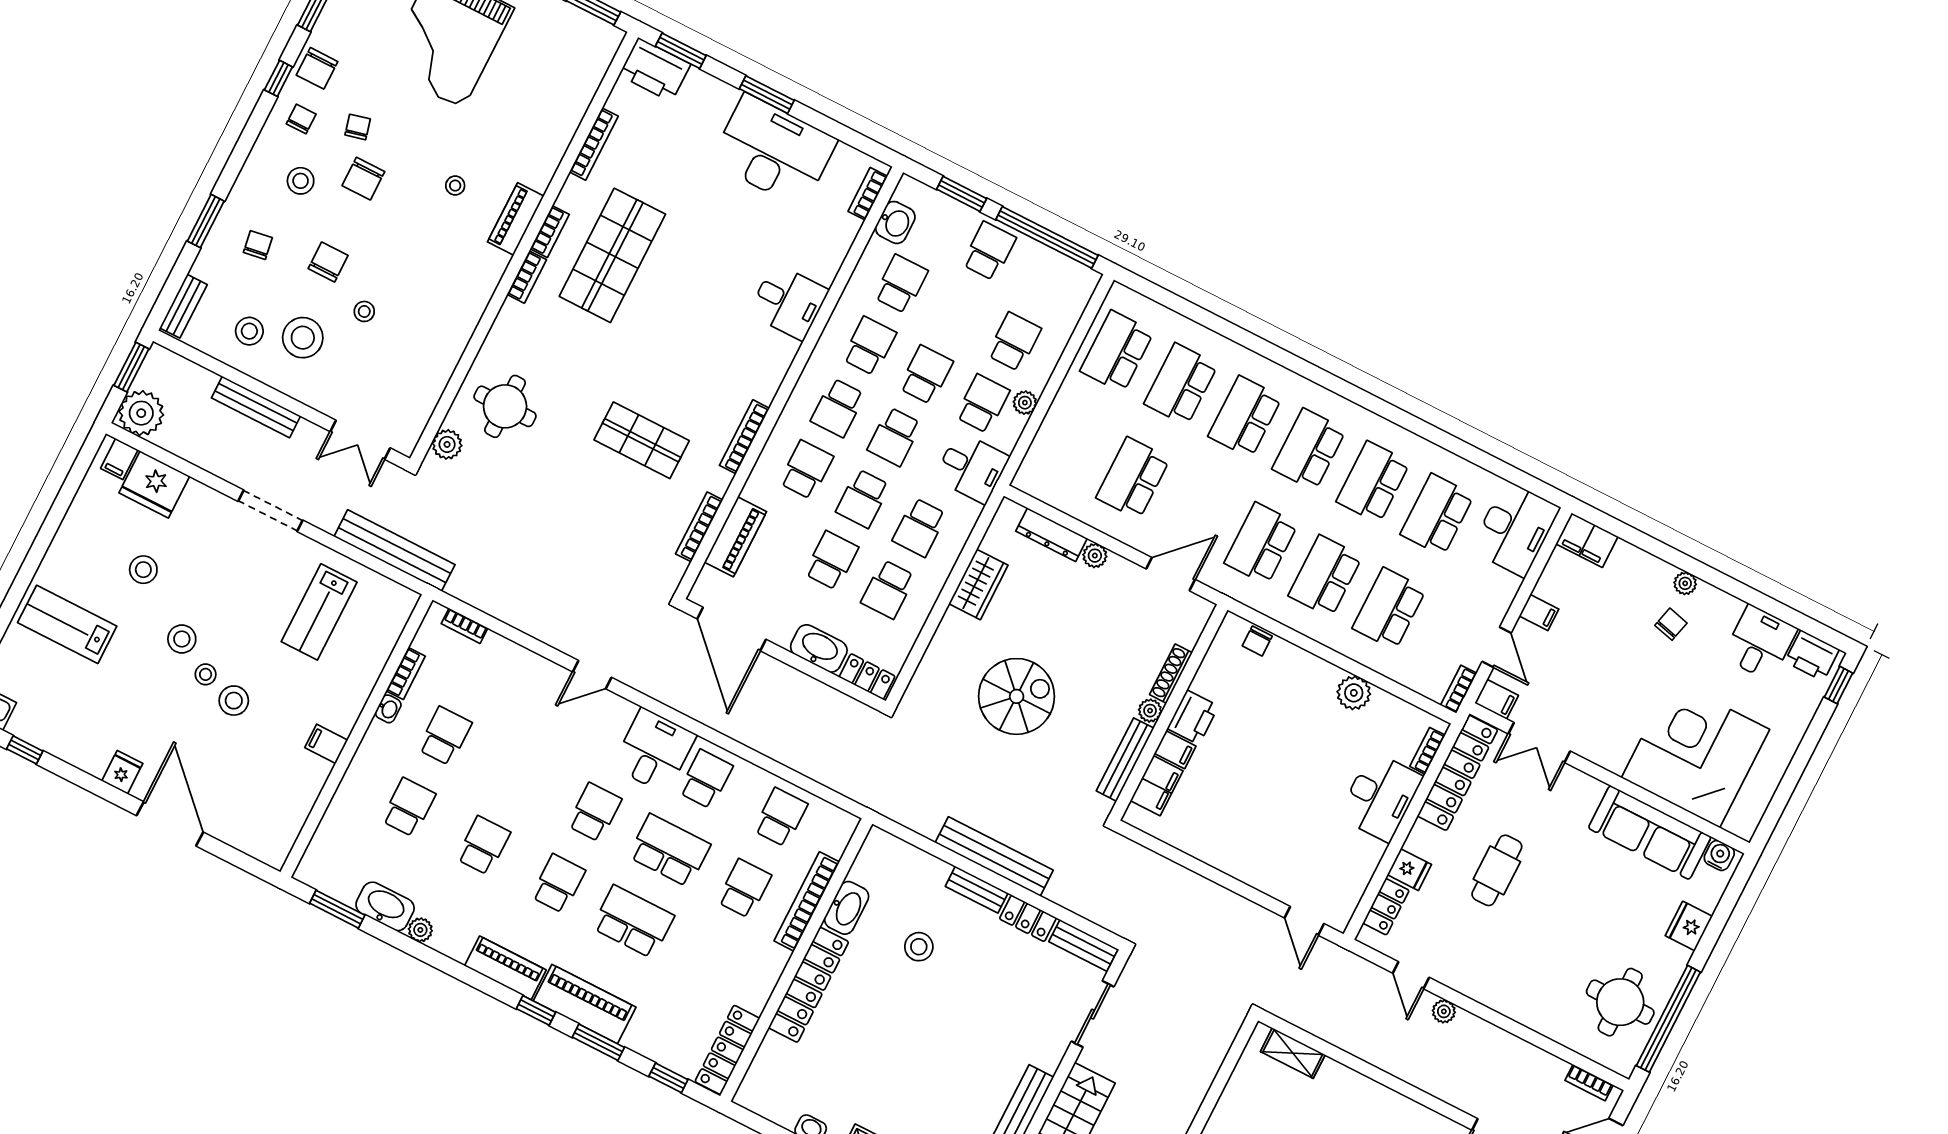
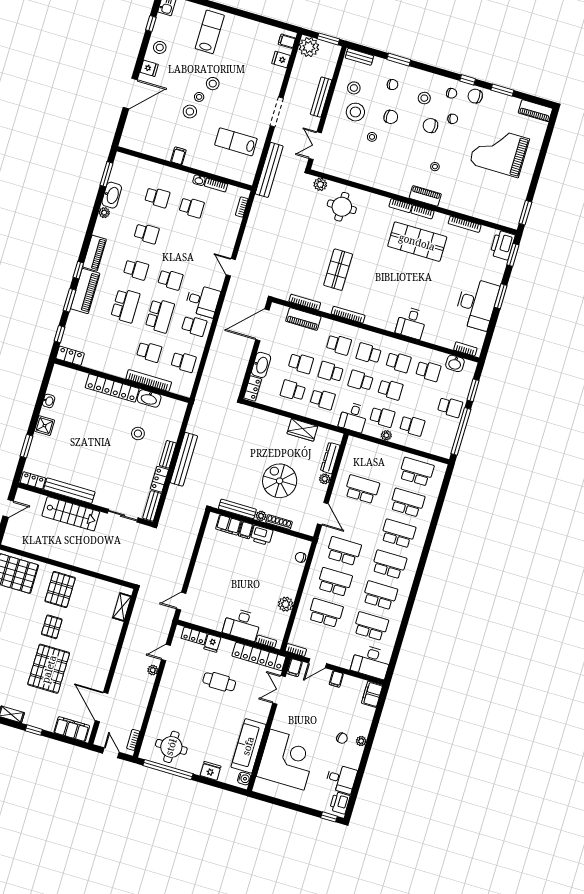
fridge: (154, 484) -> (281, 59), width x0.53, depth x0.75
school desk: (920, 527) -> (323, 399), turned 180
stool: (143, 570) -> (160, 47), moved
spiral stairs: (1017, 696) -> (280, 481), moved, turned 180
locker: (727, 1050) -> (70, 356), width x0.66

